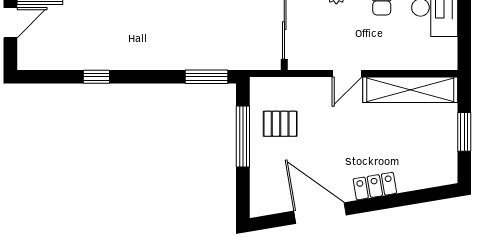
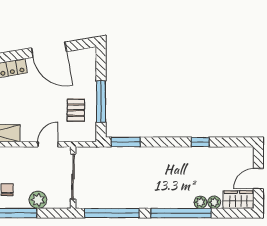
door: (347, 73) -> (48, 144), moved
pallet: (280, 124) -> (76, 110), turned 90

